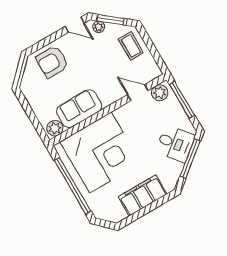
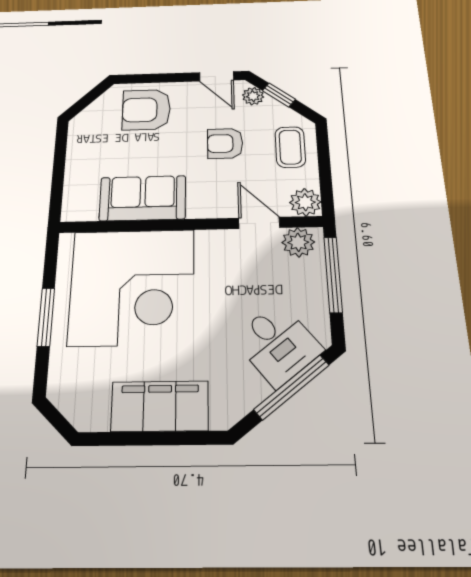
window: (110, 20) -> (279, 95), width x0.67
armchair: (100, 60) -> (225, 143), added
plant: (55, 128) -> (305, 202), moved
window: (73, 186) -> (46, 317), width x0.47

